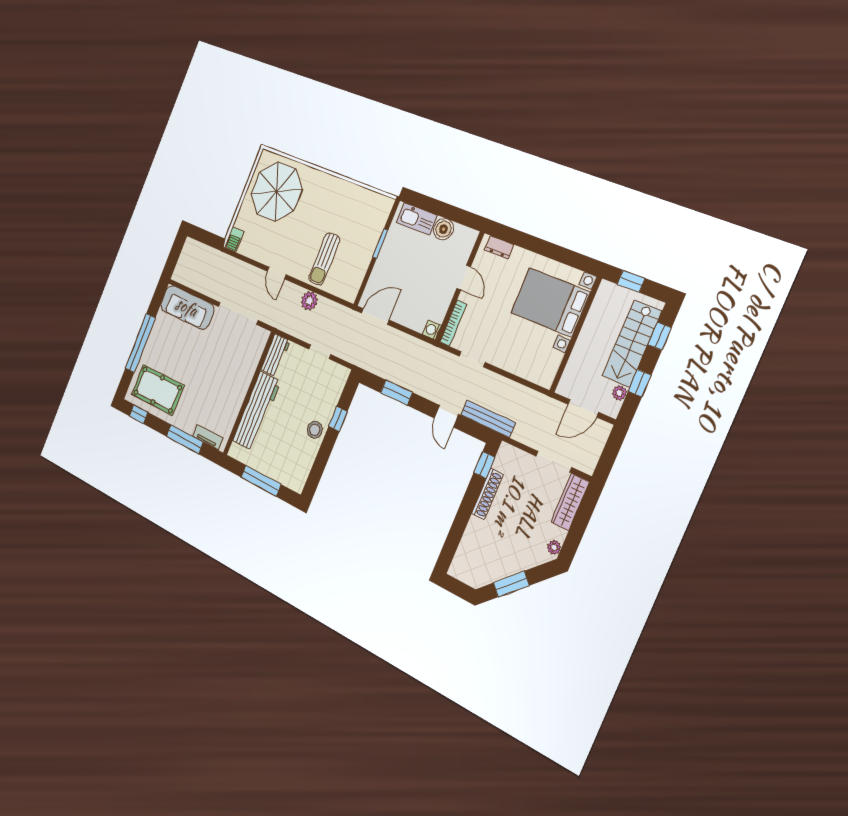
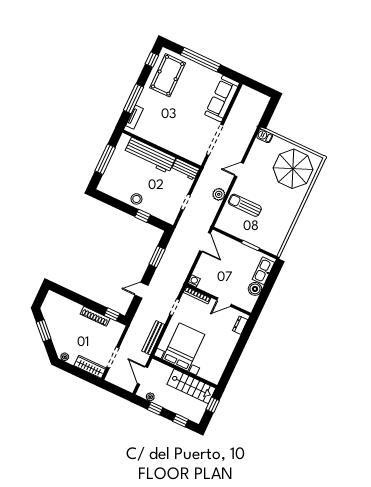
bed with nightstands: (550, 302) -> (184, 347), moved
stairs: (632, 344) -> (191, 386), moved, turned 180
bench: (488, 419) -> (153, 338), moved

